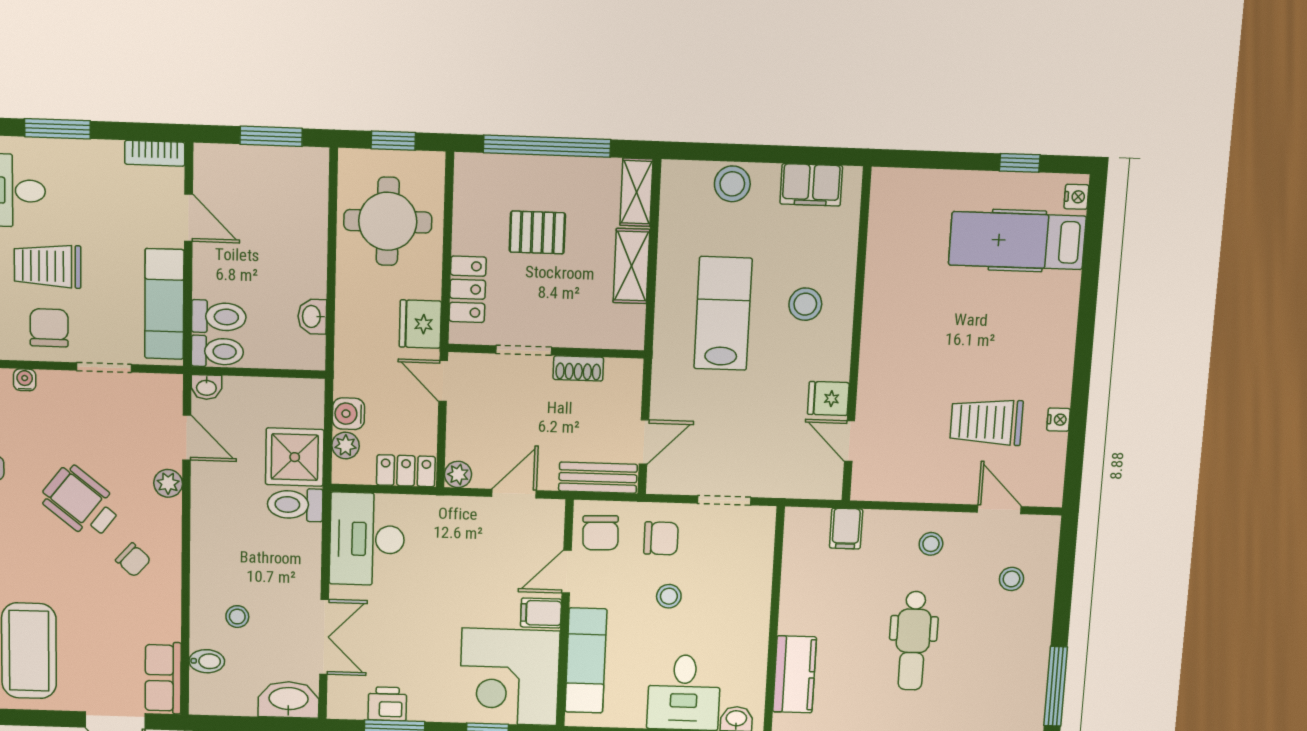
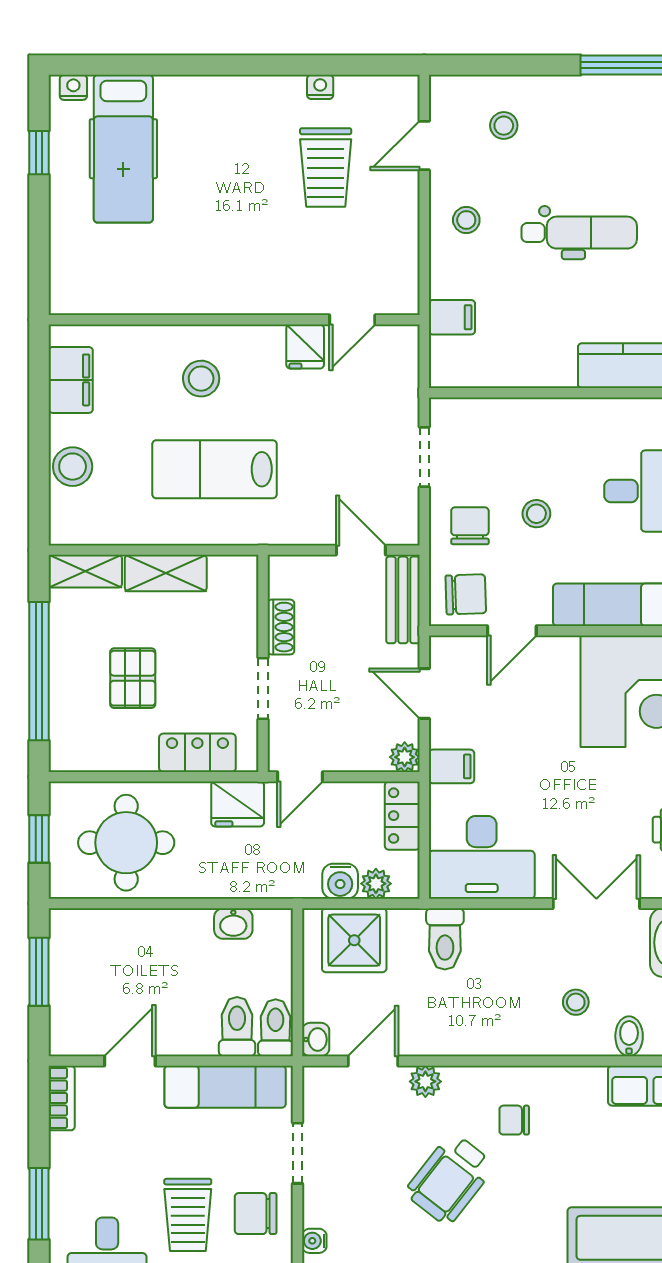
shower: (295, 457) -> (354, 940), moved
chair: (133, 560) -> (514, 1120), turned -132
door: (567, 572) -> (512, 631), hinge flipped
filing cabinet: (541, 613) -> (451, 766), moved, turned -90

